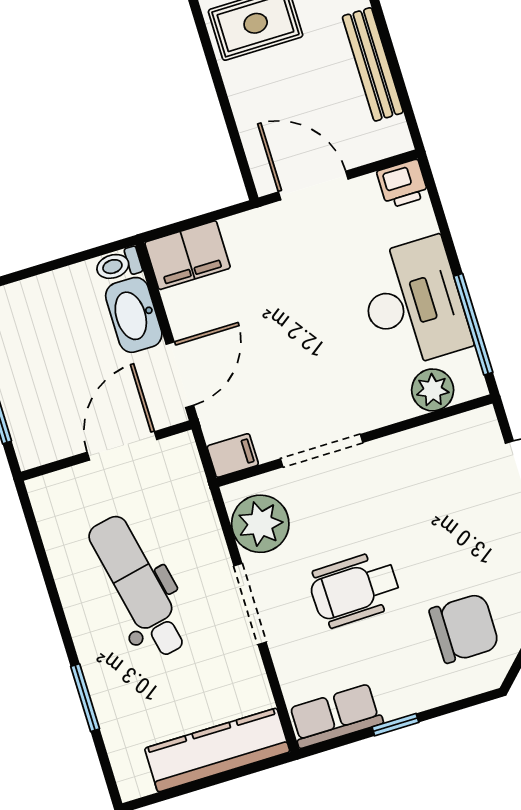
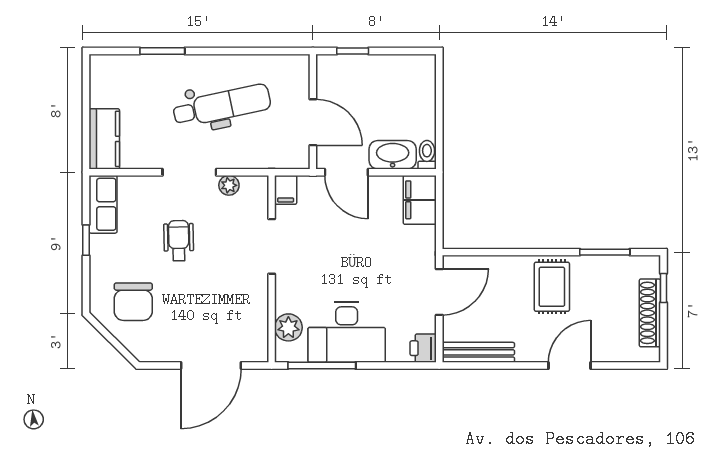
bench: (373, 64) -> (478, 352), moved
plant: (260, 524) -> (229, 185), width x0.53, depth x0.53
wheelchair: (355, 589) -> (179, 241), width x0.73, depth x0.73
kitchen counter: (217, 750) -> (104, 139), width x0.67

